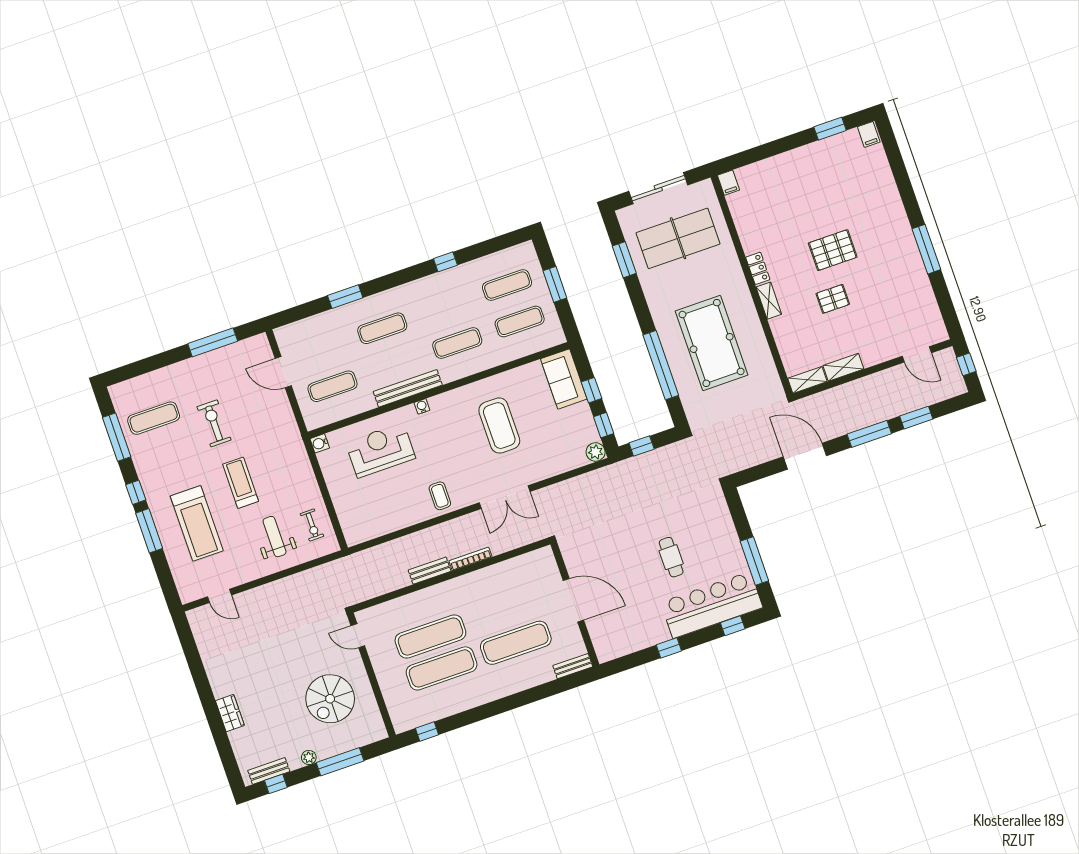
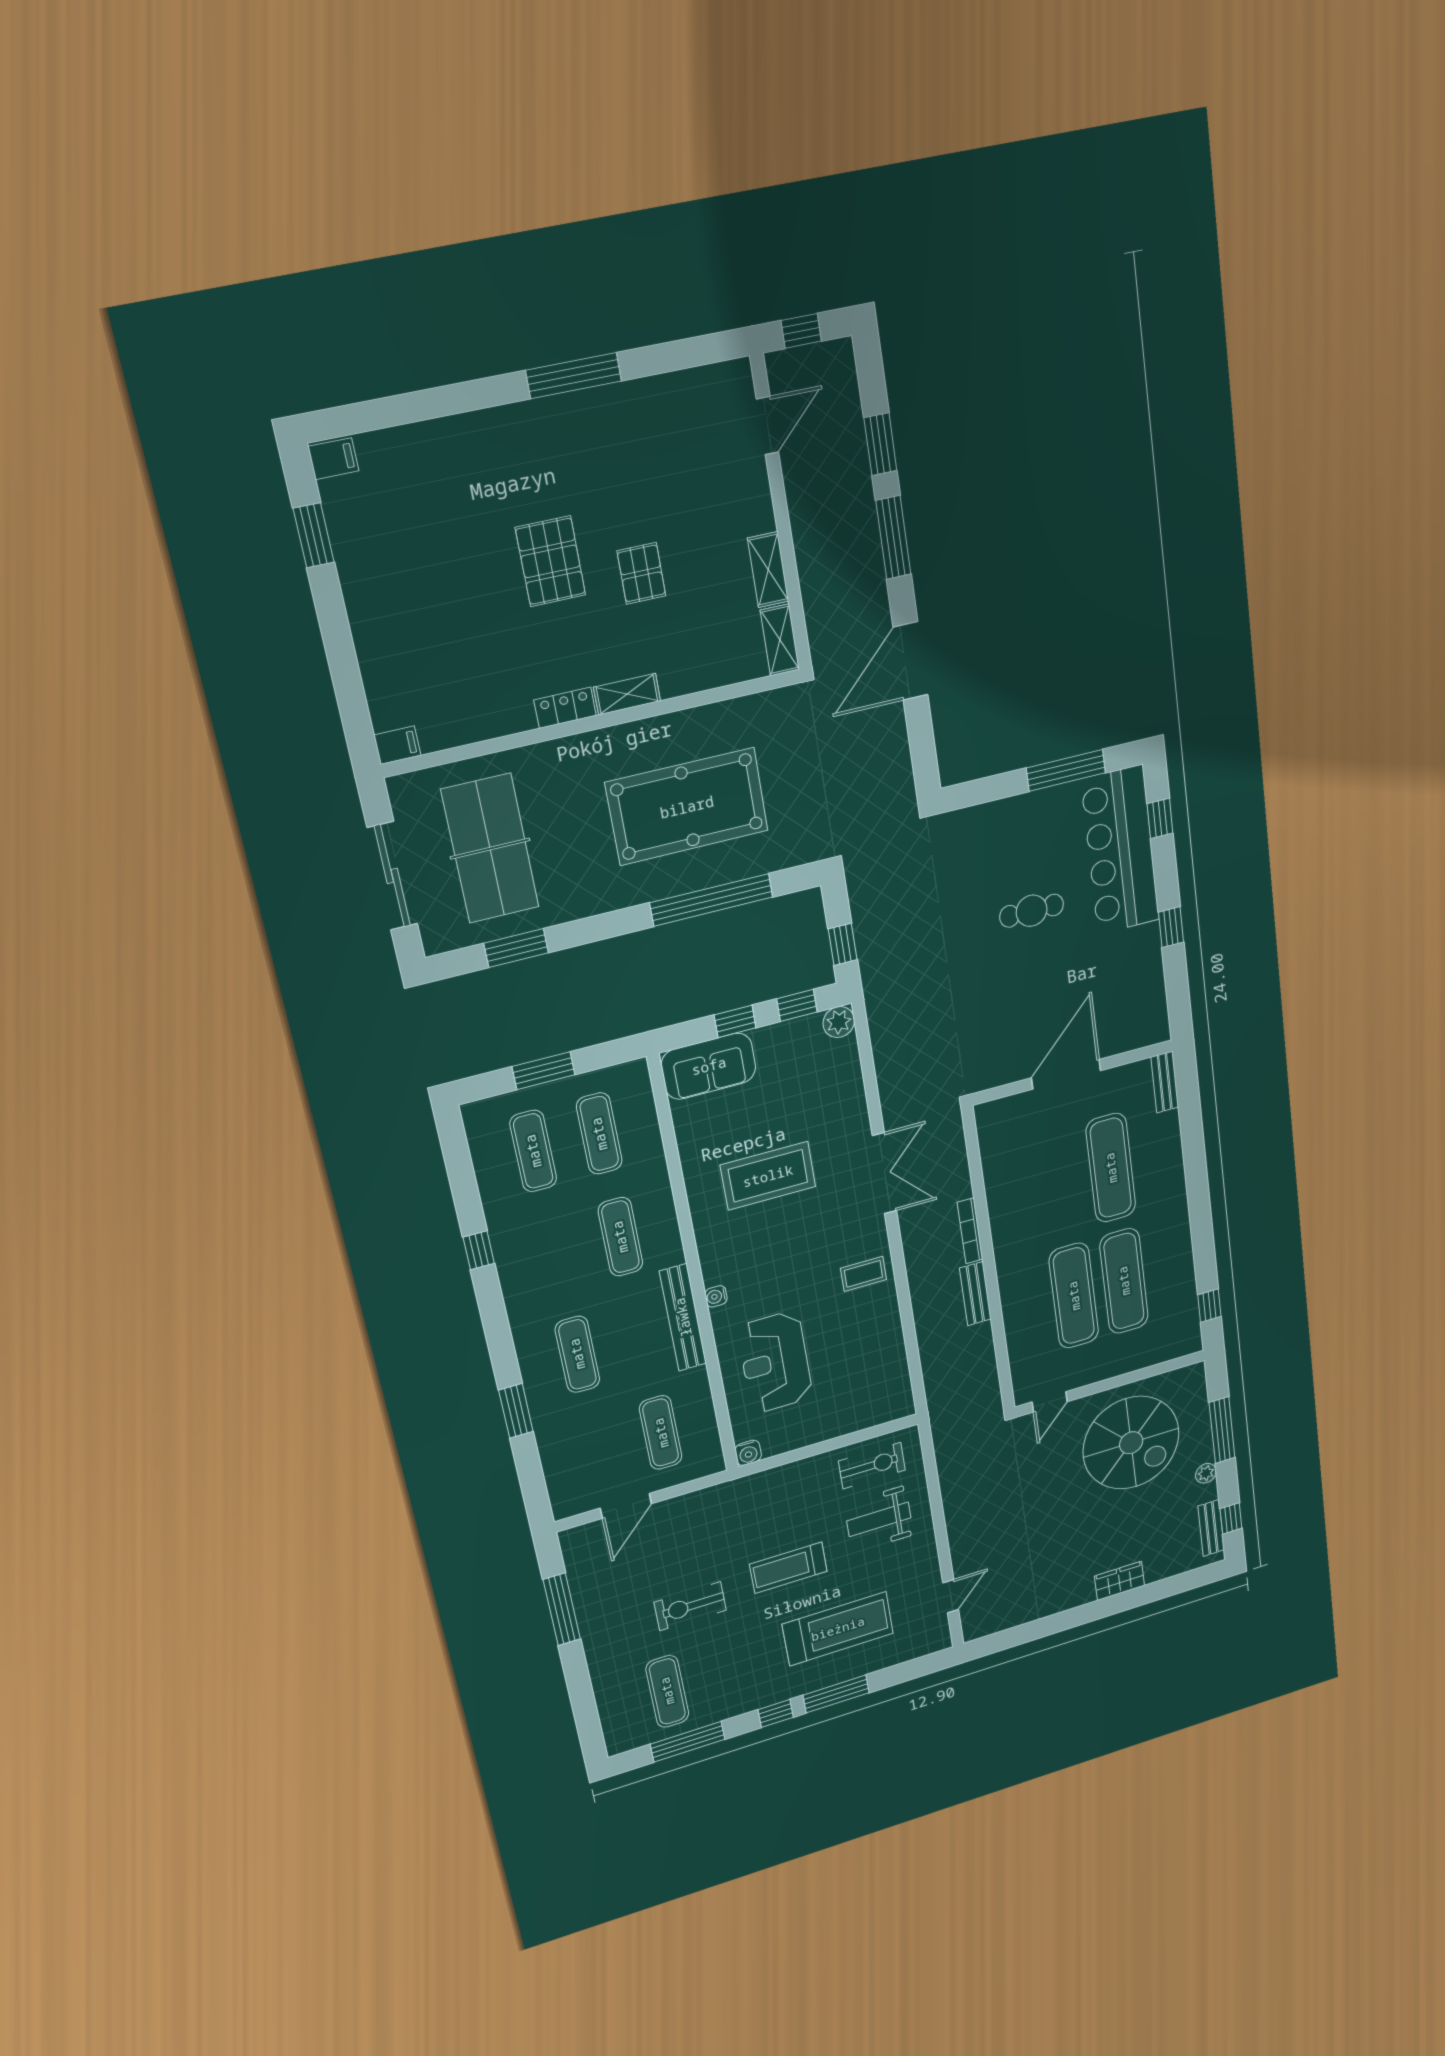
exercise bike: (312, 525) -> (872, 1466), width x1.38, depth x1.39
spiral stairs: (330, 699) -> (1131, 1443), width x1.37, depth x1.37

